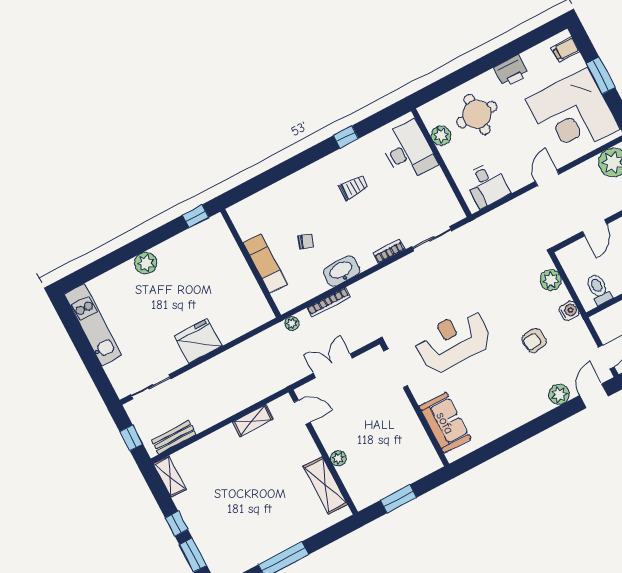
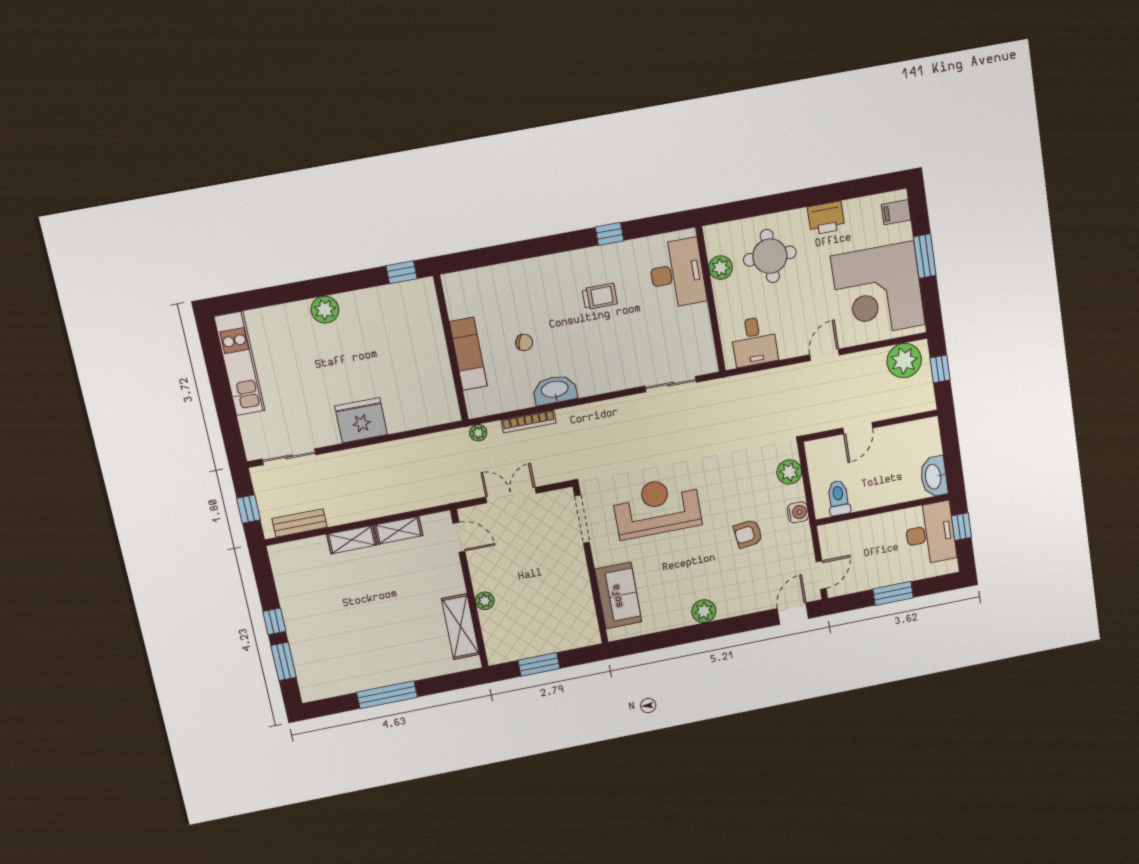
bookcase: (389, 251) -> (617, 384), removed
plant: (559, 394) -> (704, 611), moved
shelving: (170, 476) -> (352, 540), moved, turned 90

